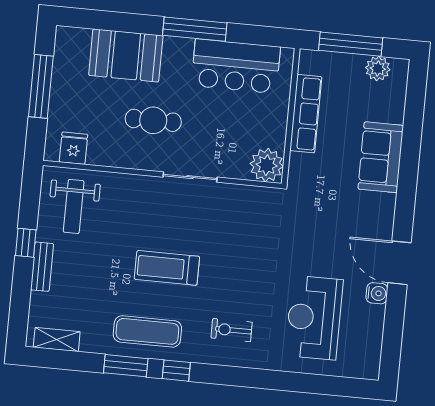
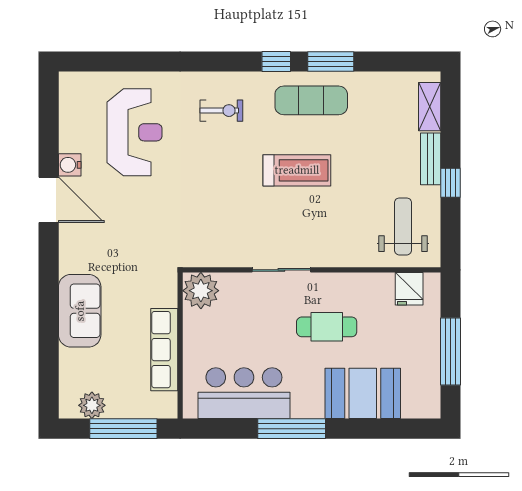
shelving: (57, 340) -> (430, 107), moved, turned 90

